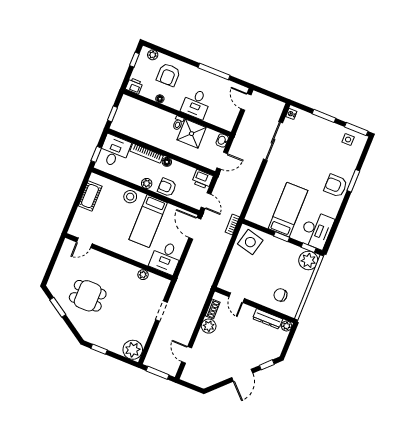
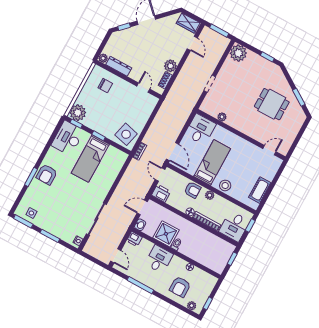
armchair: (168, 75) -> (180, 287), turned 180
printer: (134, 86) -> (134, 239), moved
armchair: (336, 186) -> (47, 174), turned 90
wardrobe: (194, 377) -> (188, 23), added

